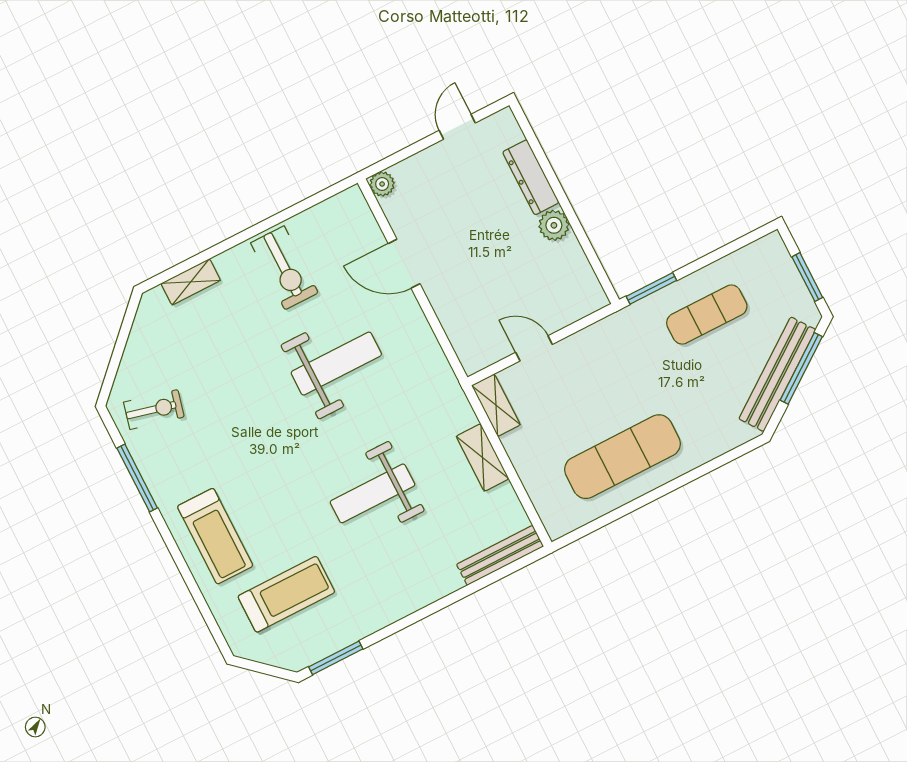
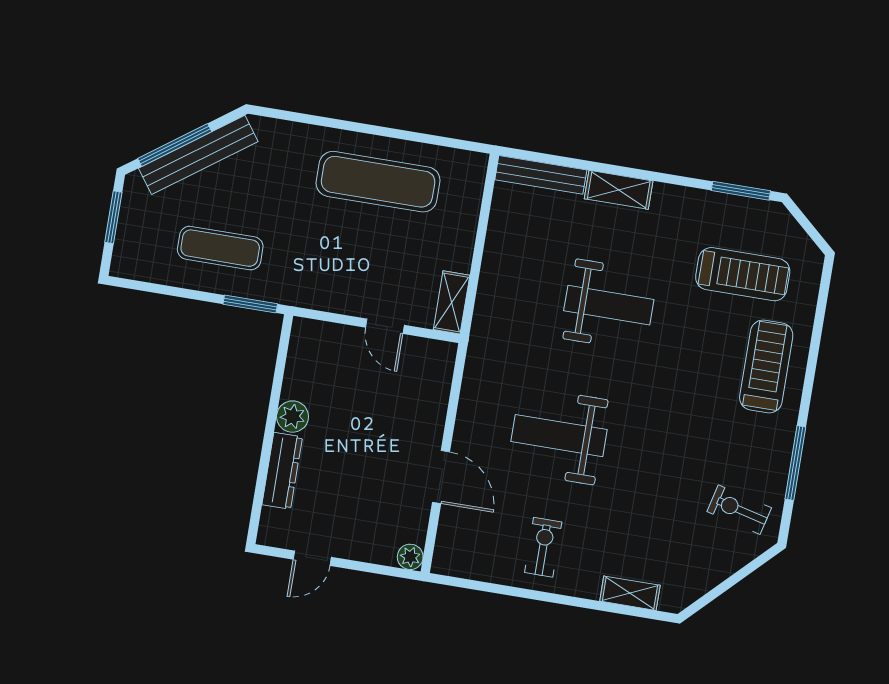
exercise bike: (284, 268) -> (543, 547), width x0.73, depth x0.72
shelving: (483, 457) -> (619, 190), moved, turned 90
treadmill: (286, 594) -> (743, 274), turned 180

